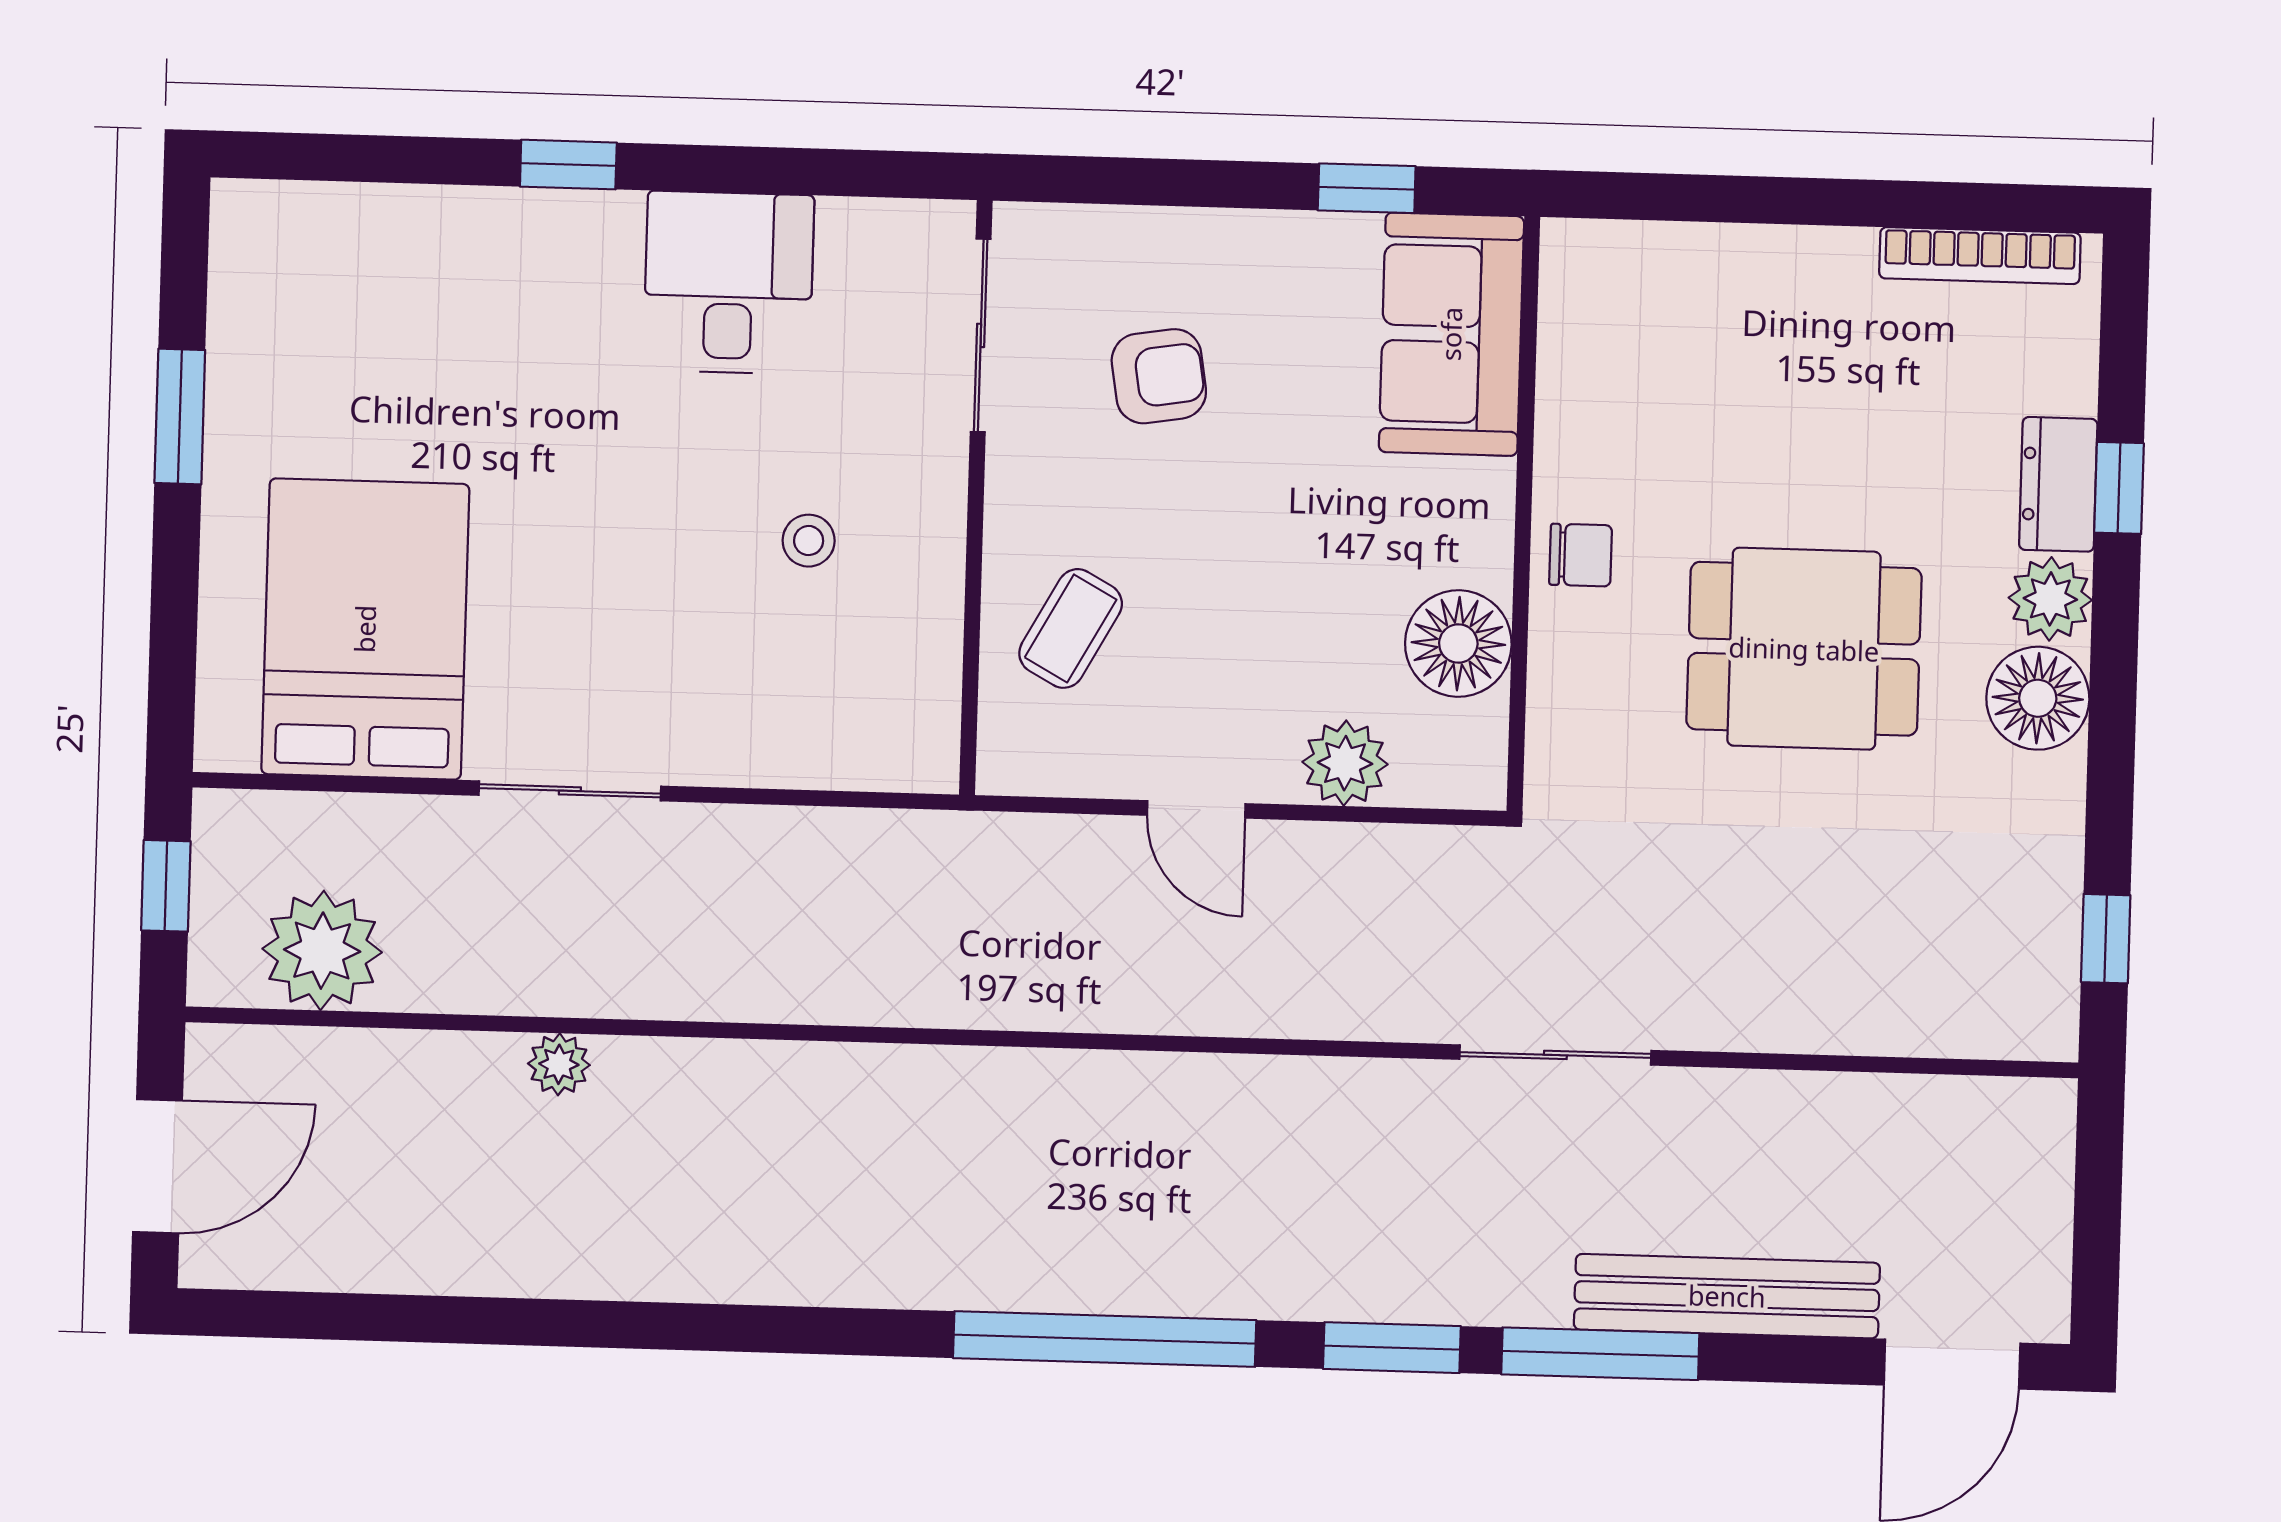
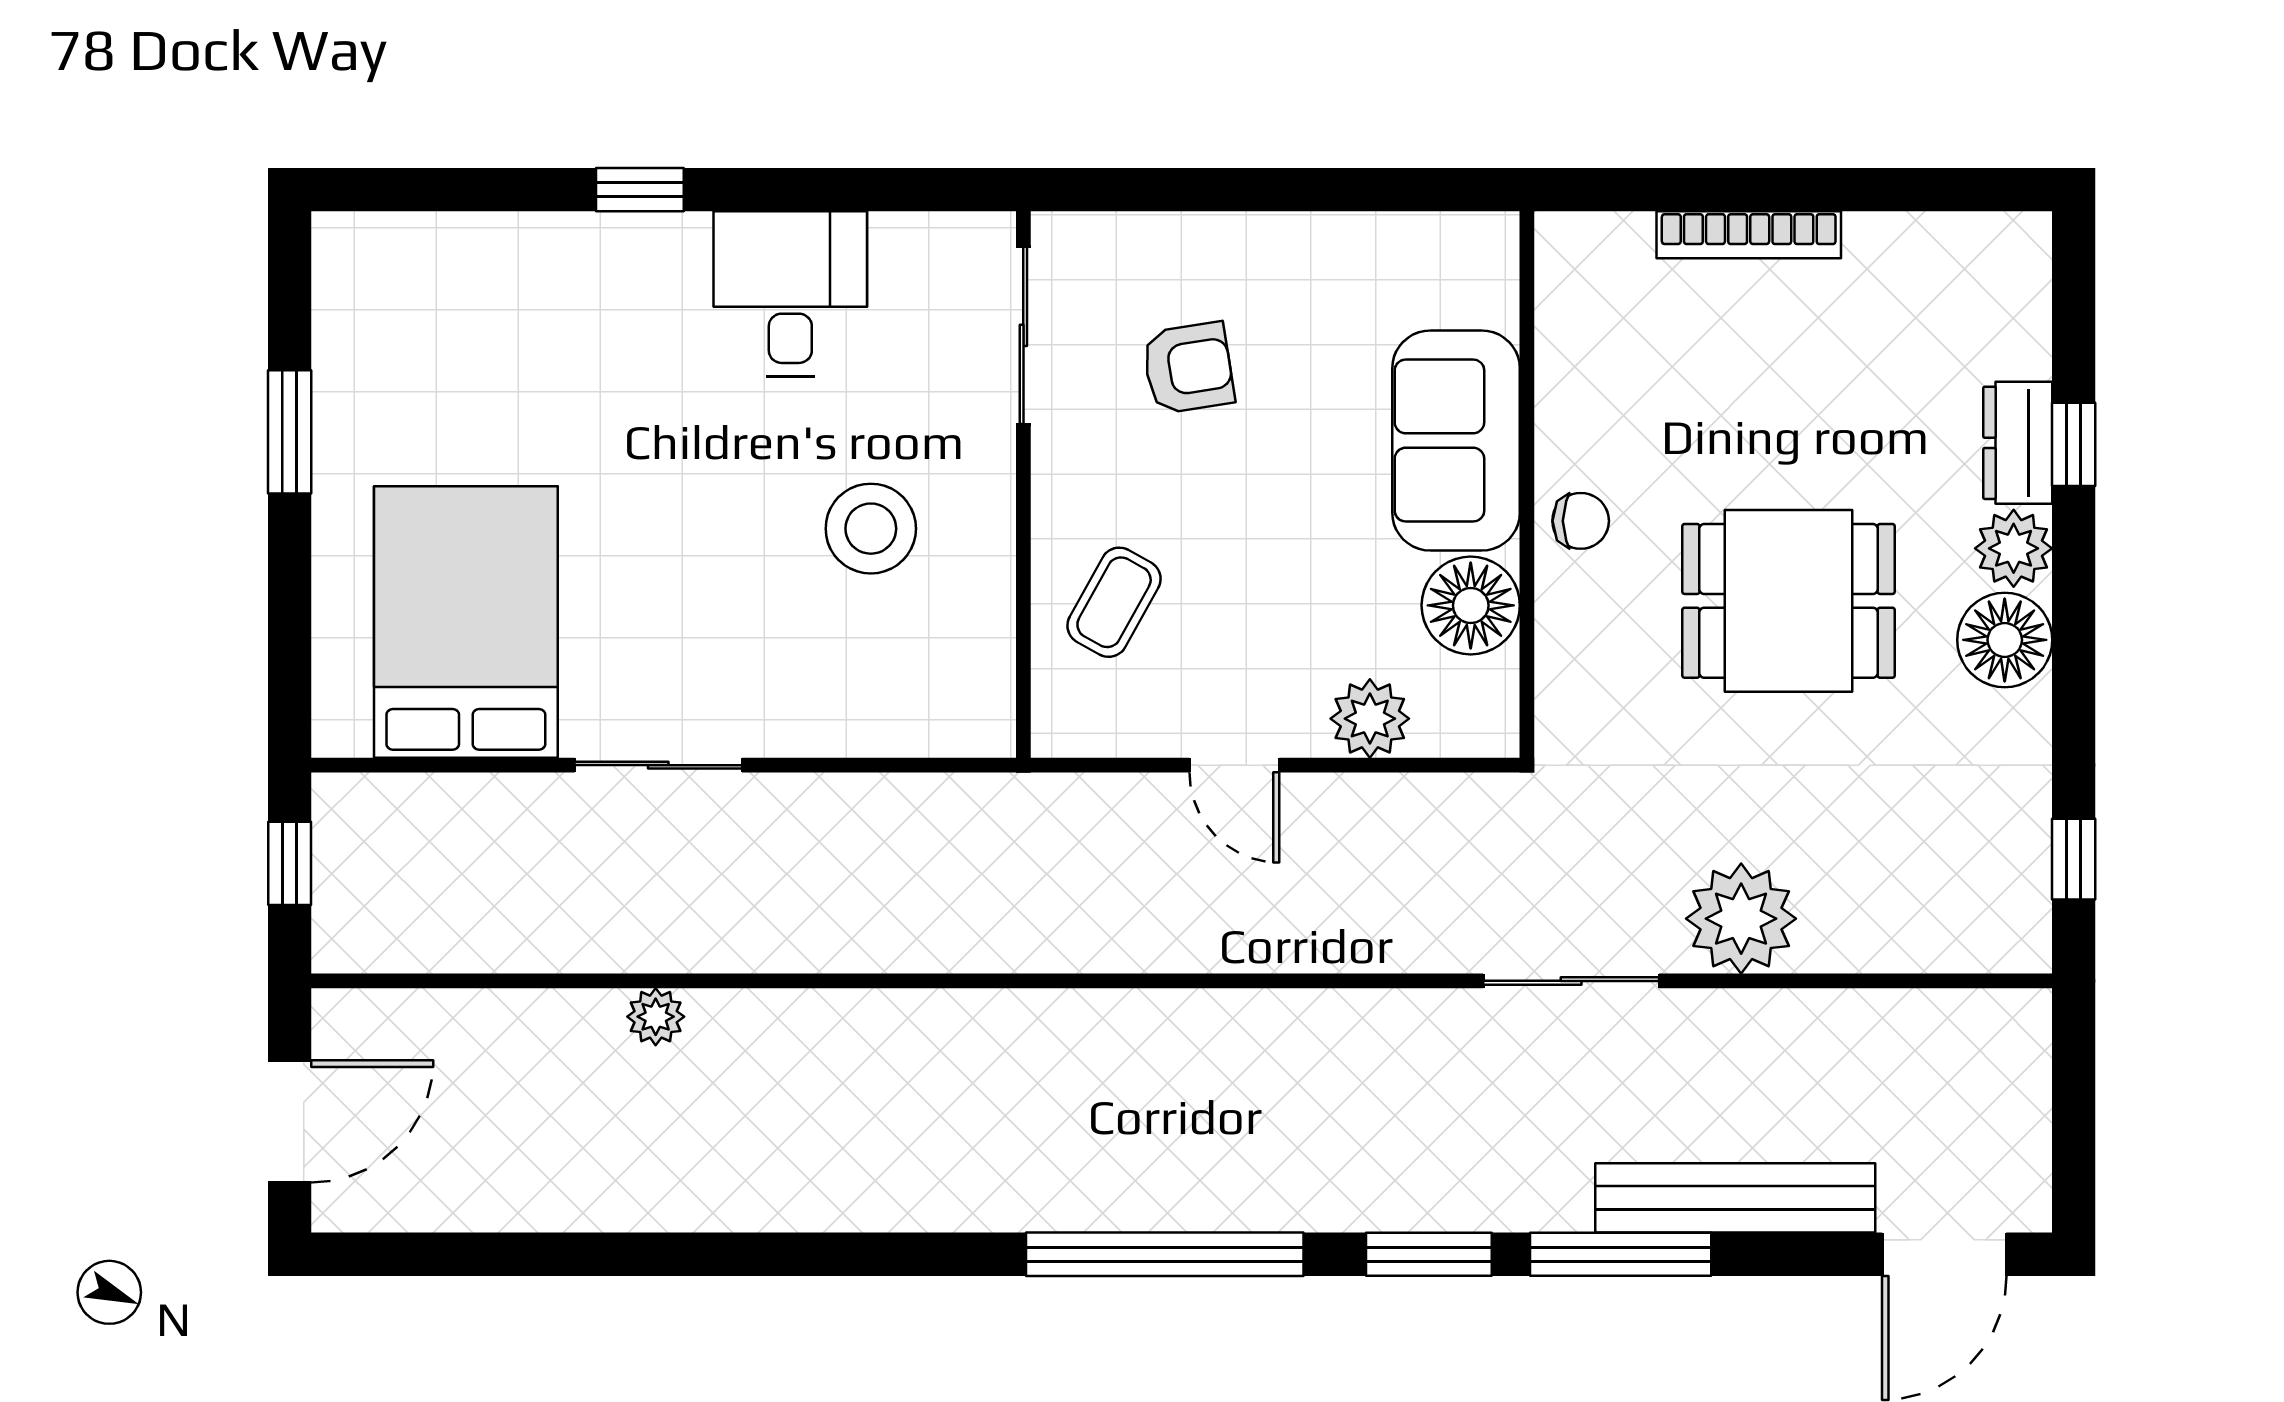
window: (1367, 188) -> (1374, 190), removed
bookcase: (1980, 256) -> (1749, 235), moved
sofa: (1451, 334) -> (1456, 441), moved
stool: (809, 541) -> (871, 529), width x1.89, depth x1.89
plant: (322, 951) -> (1741, 919), moved

